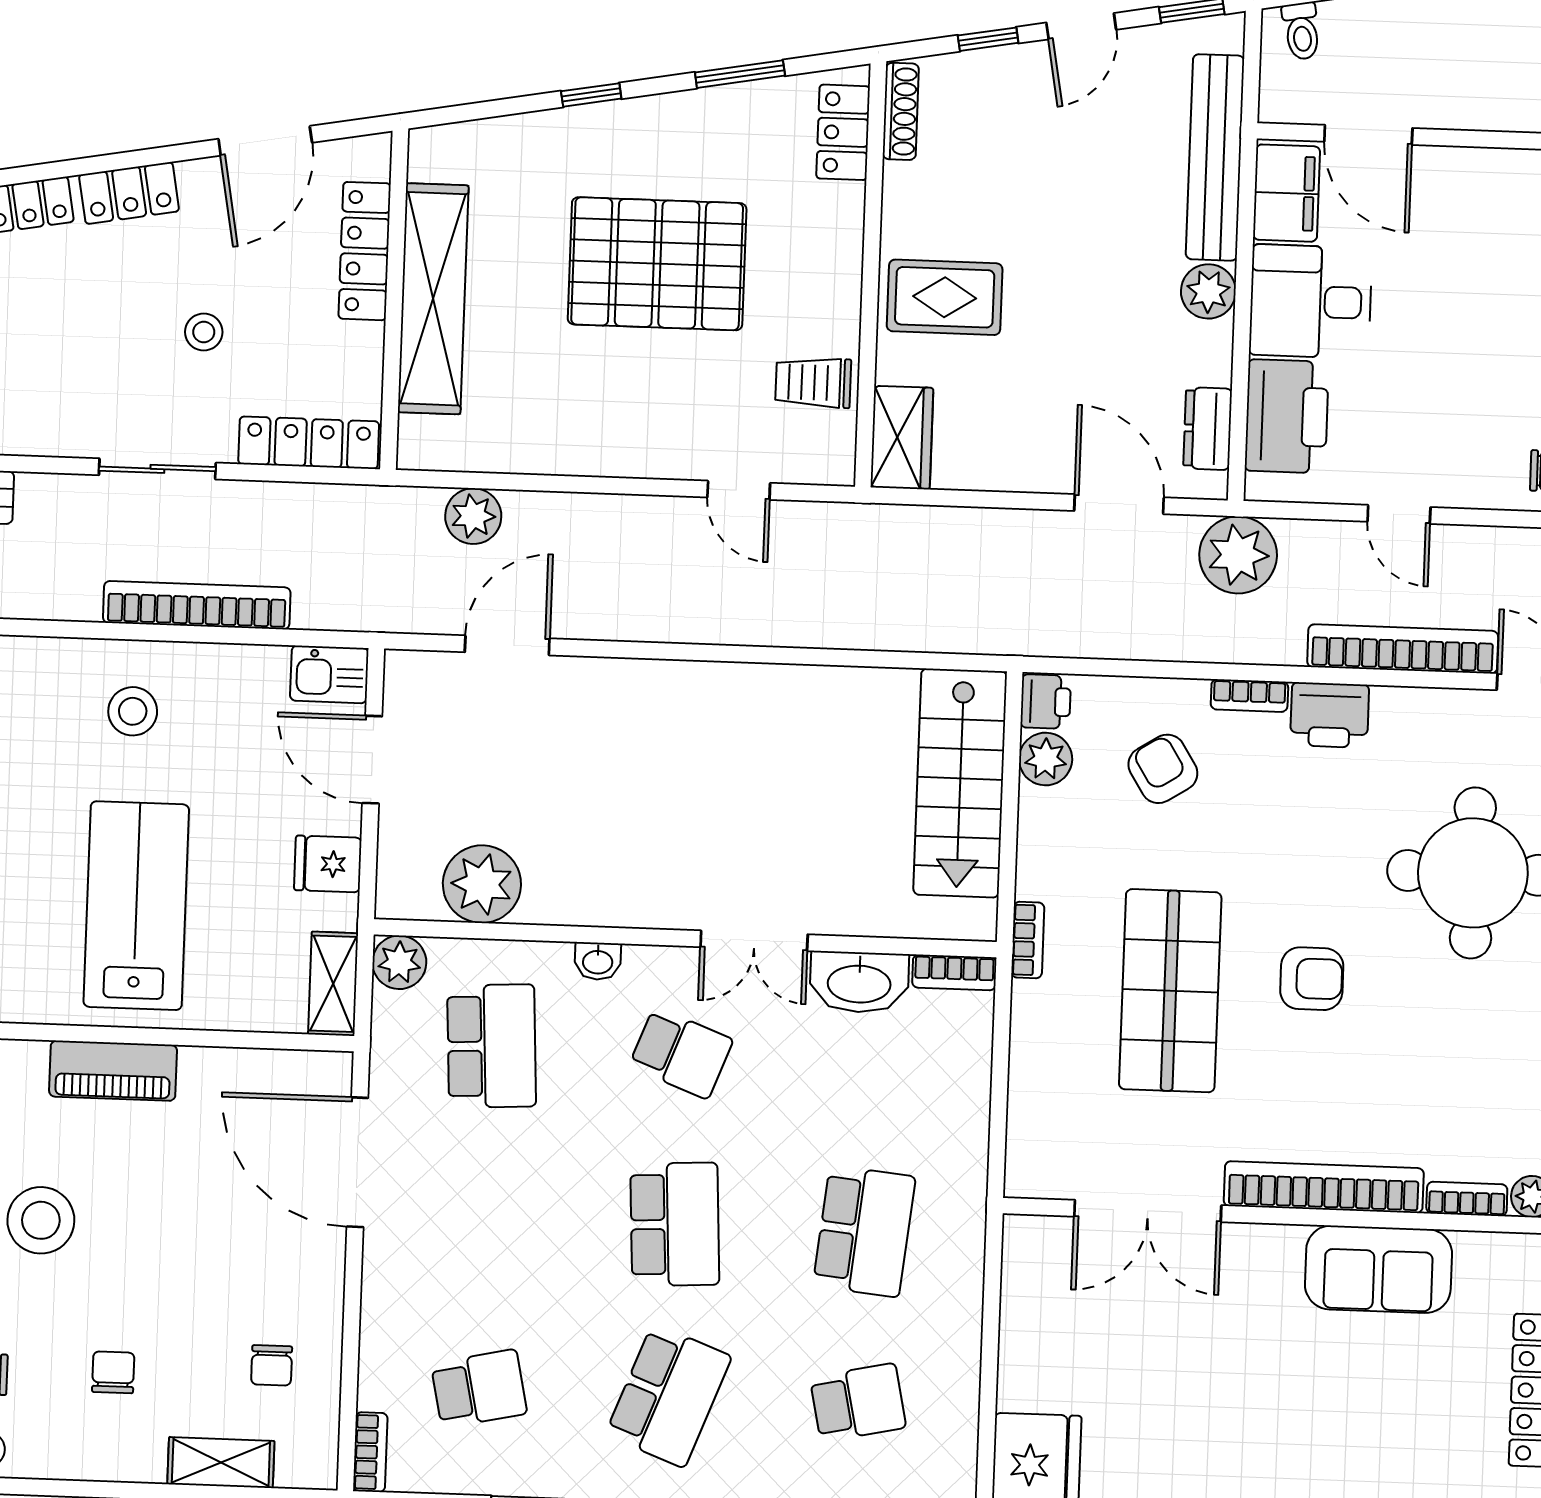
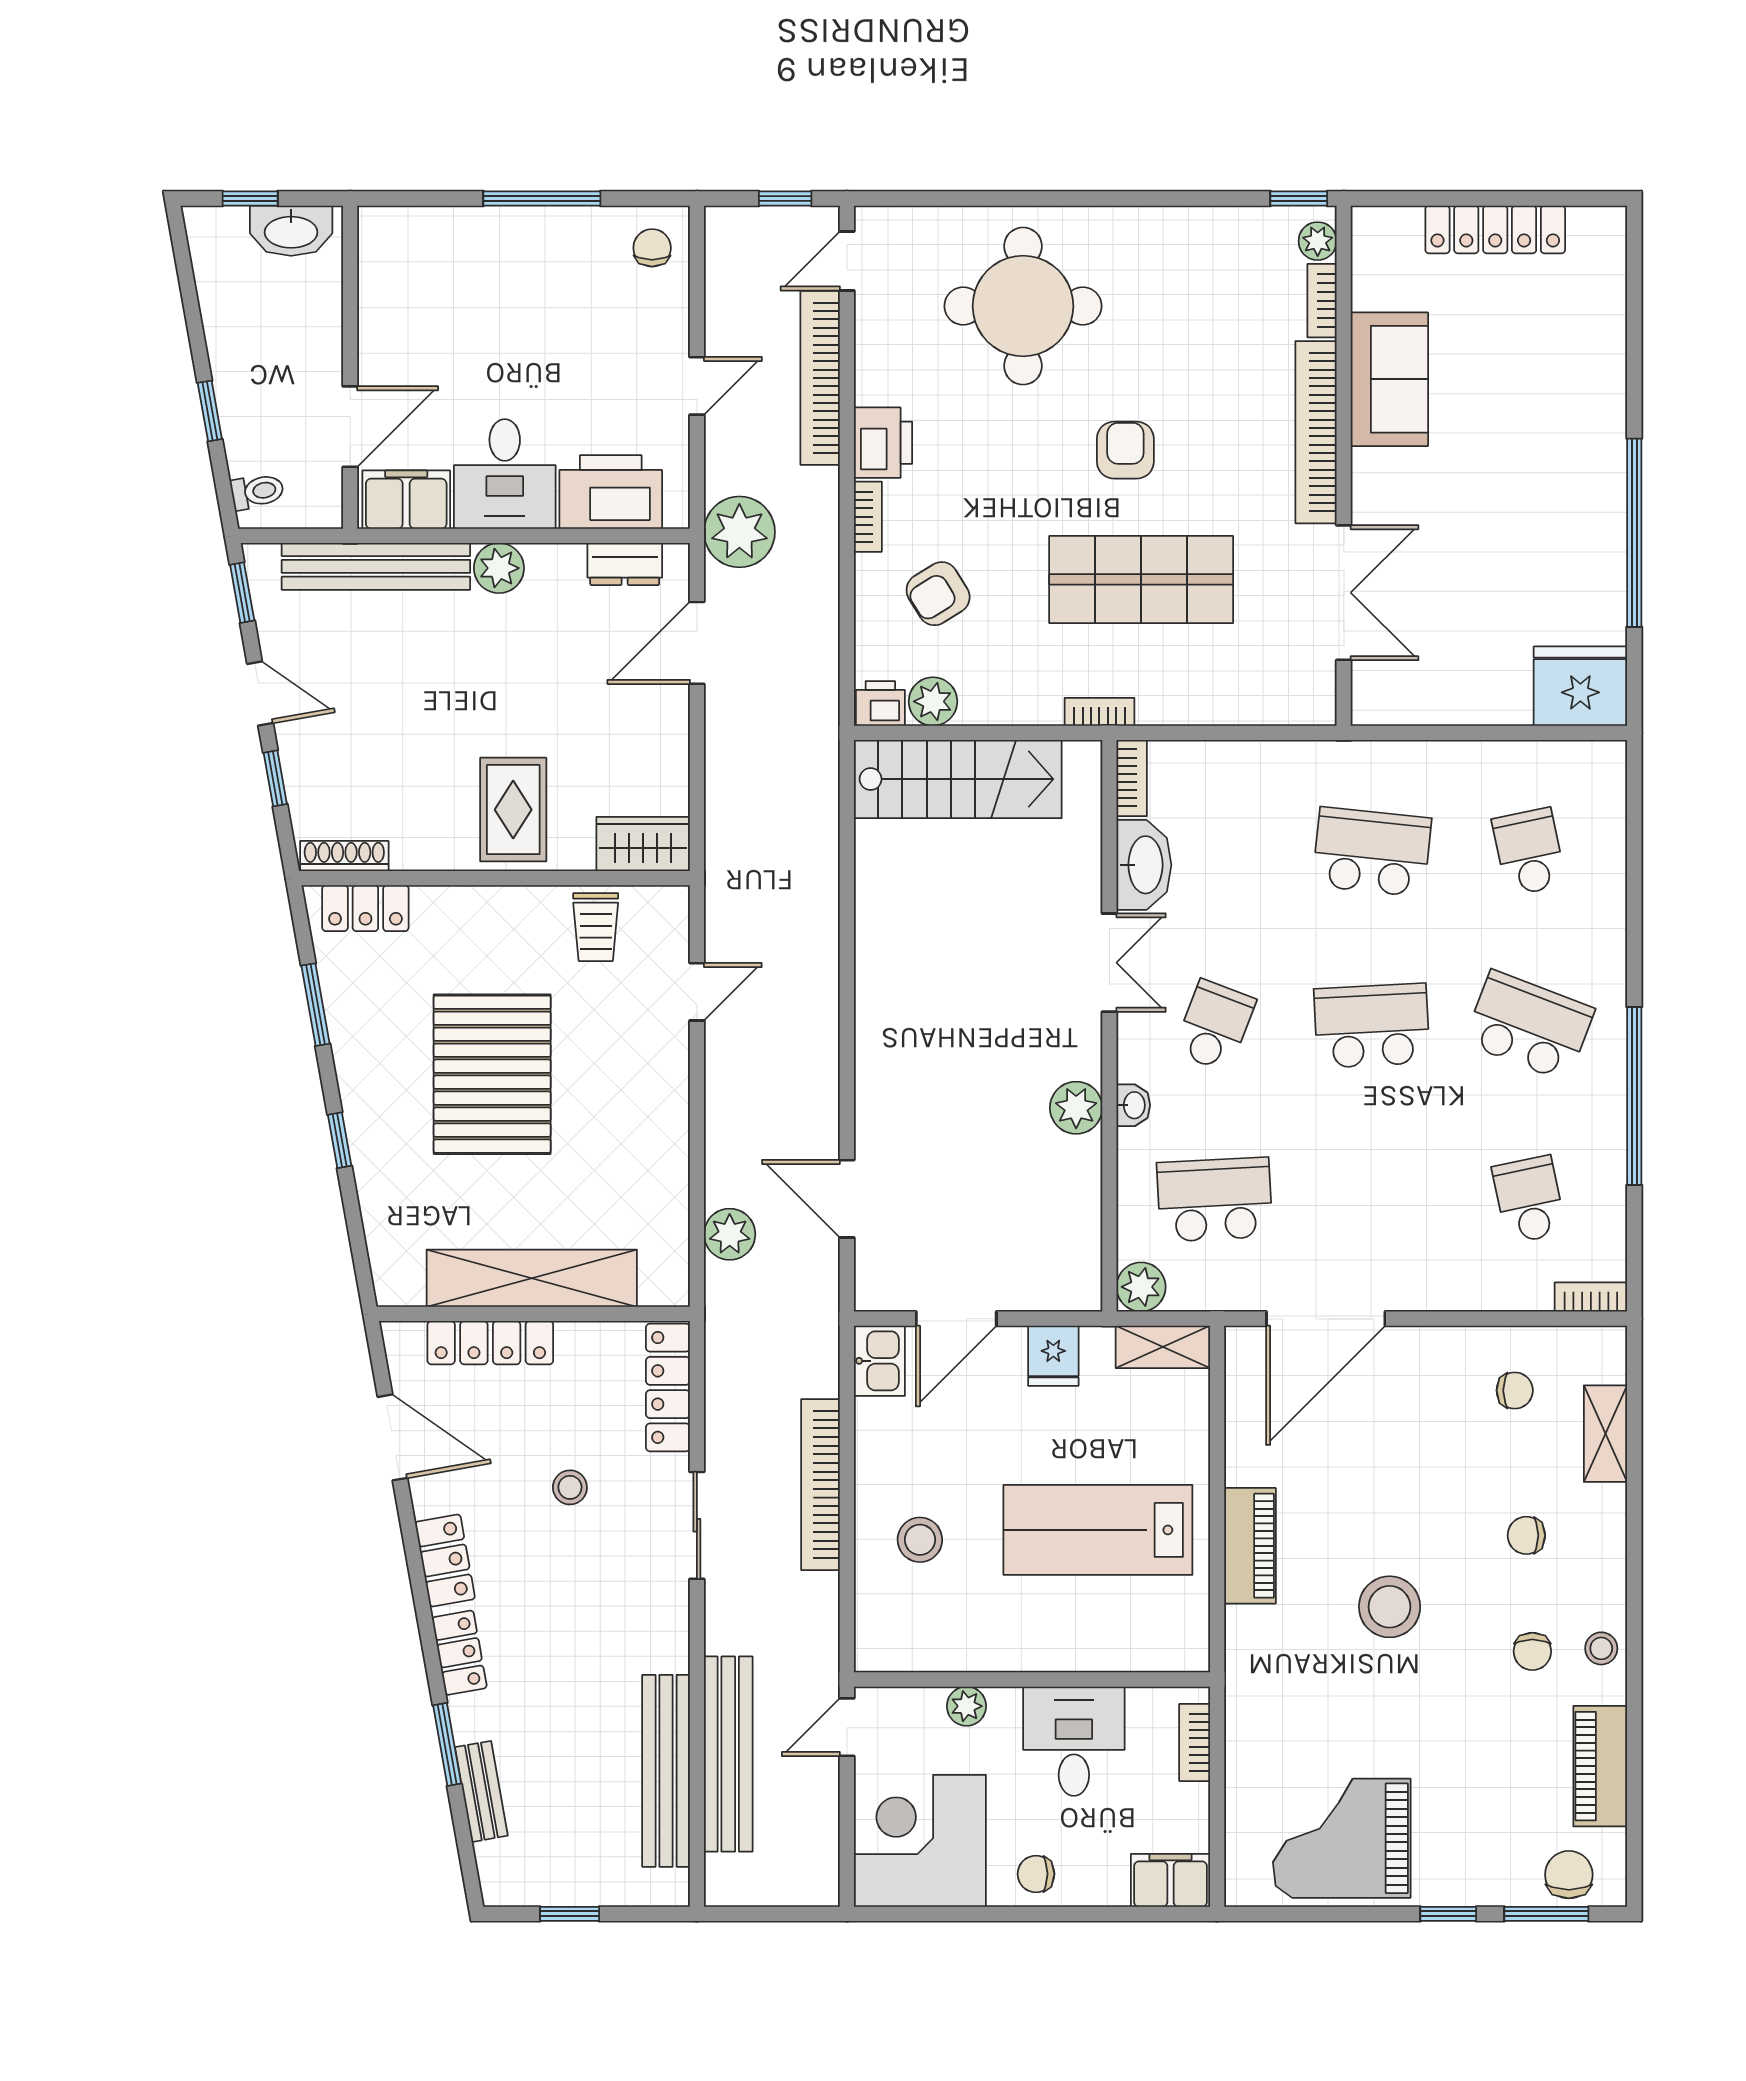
plant: (482, 884) -> (1076, 1108), moved, width x0.73, depth x0.73

